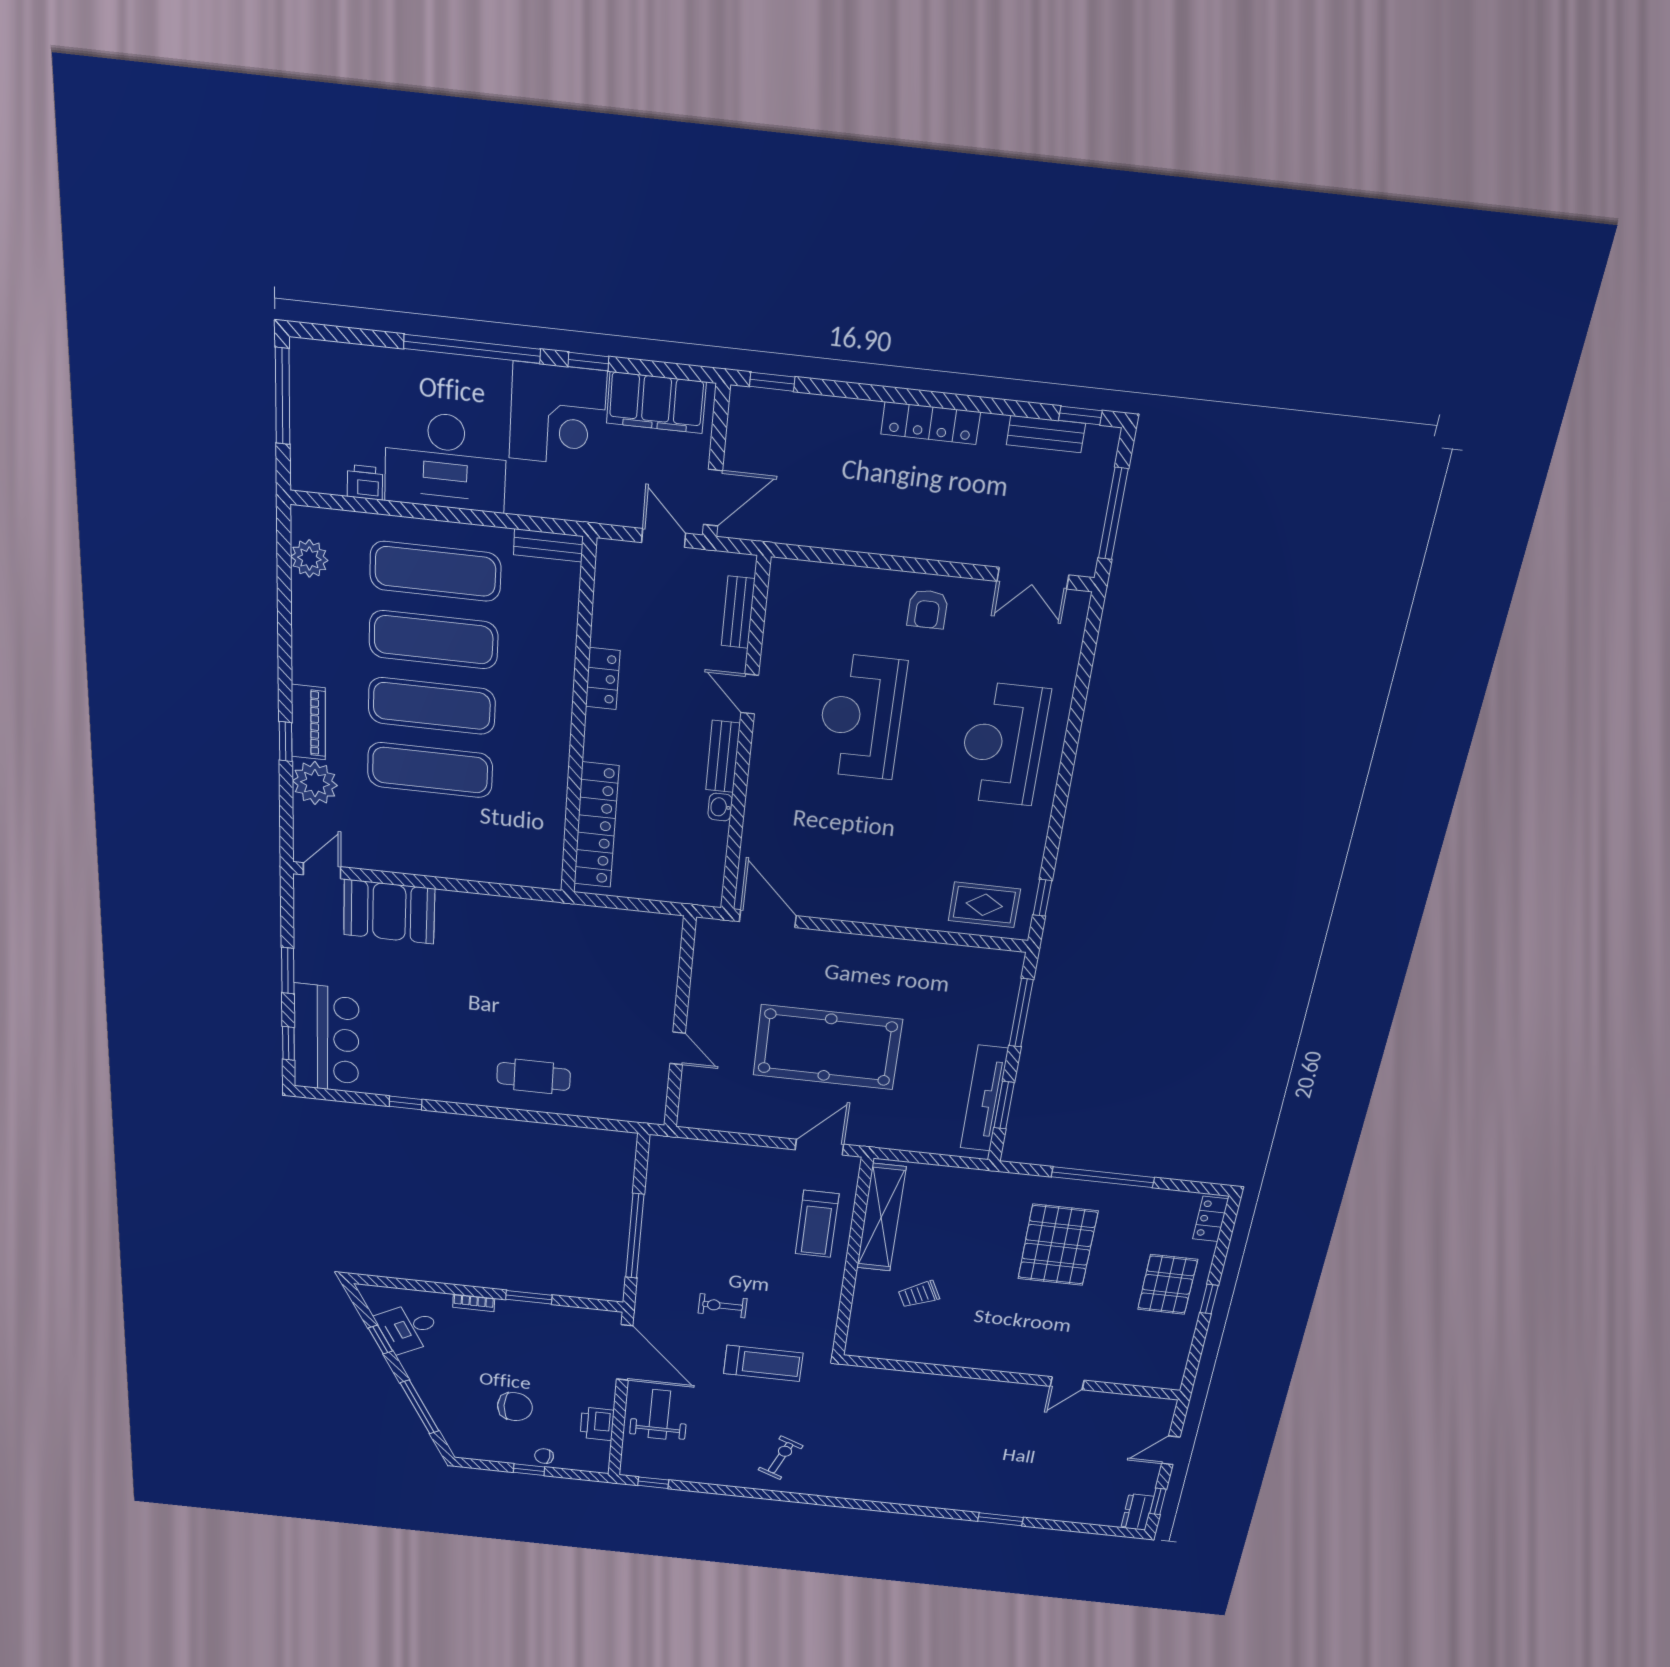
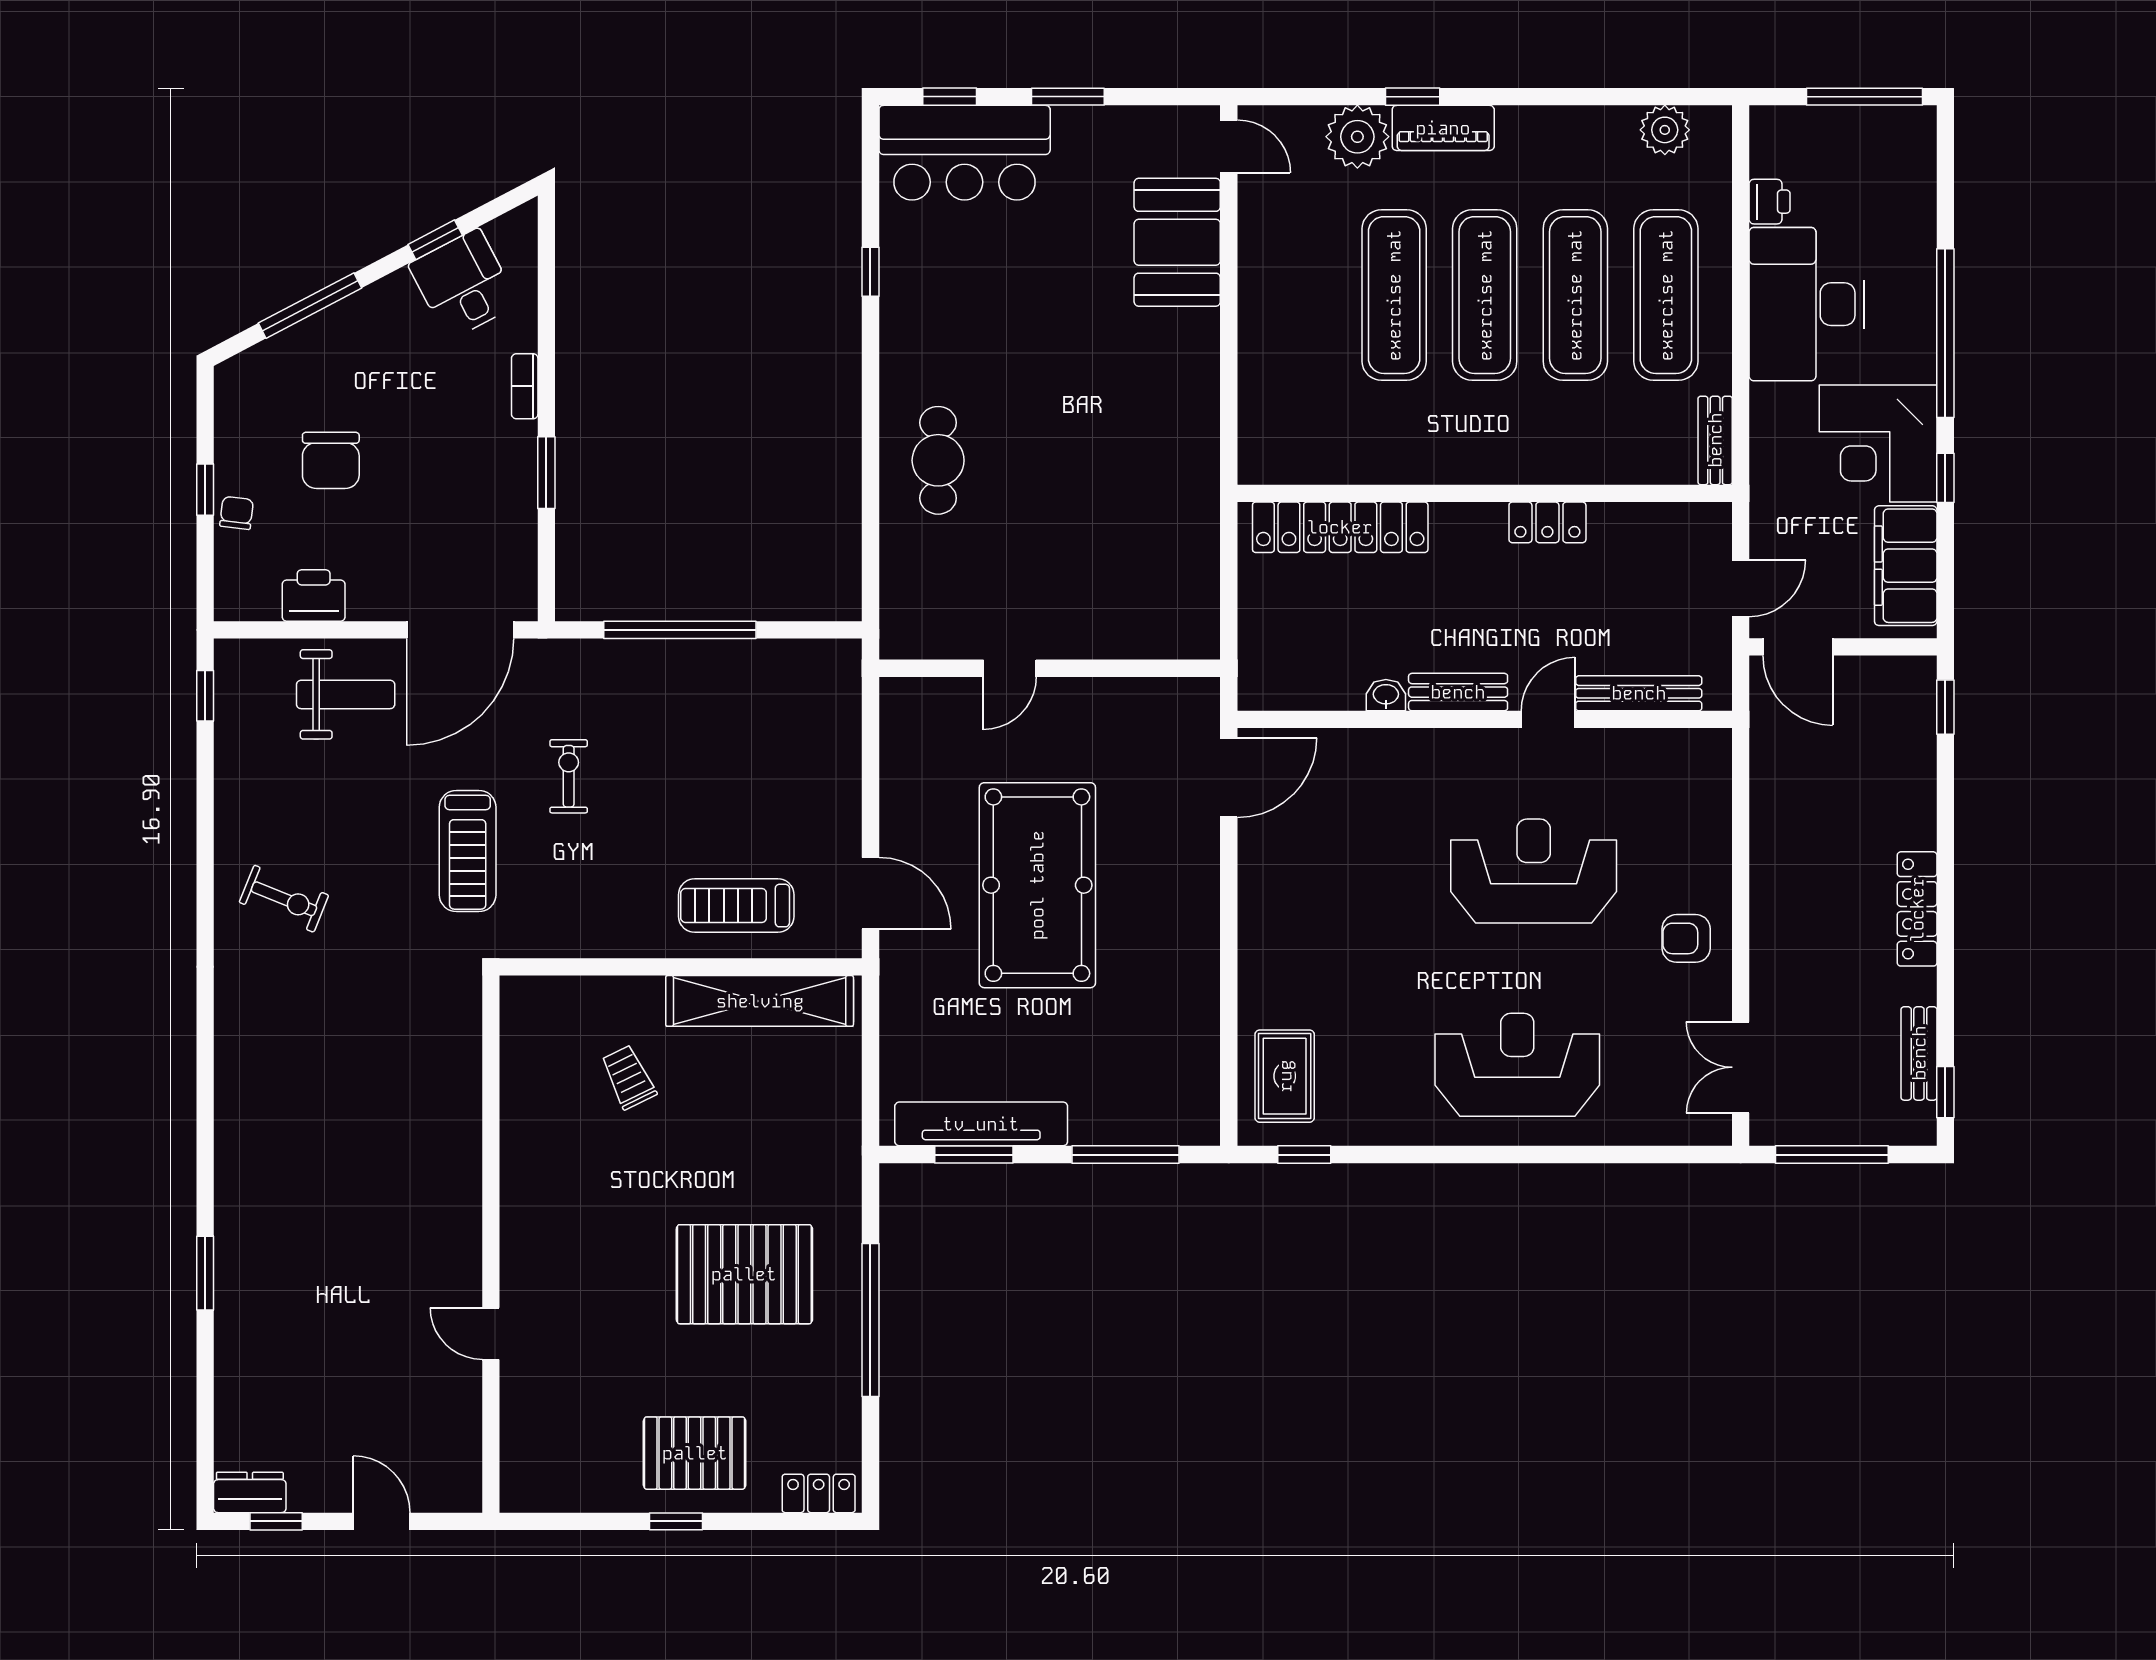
bench: (738, 612) -> (1639, 693), width x1.36

